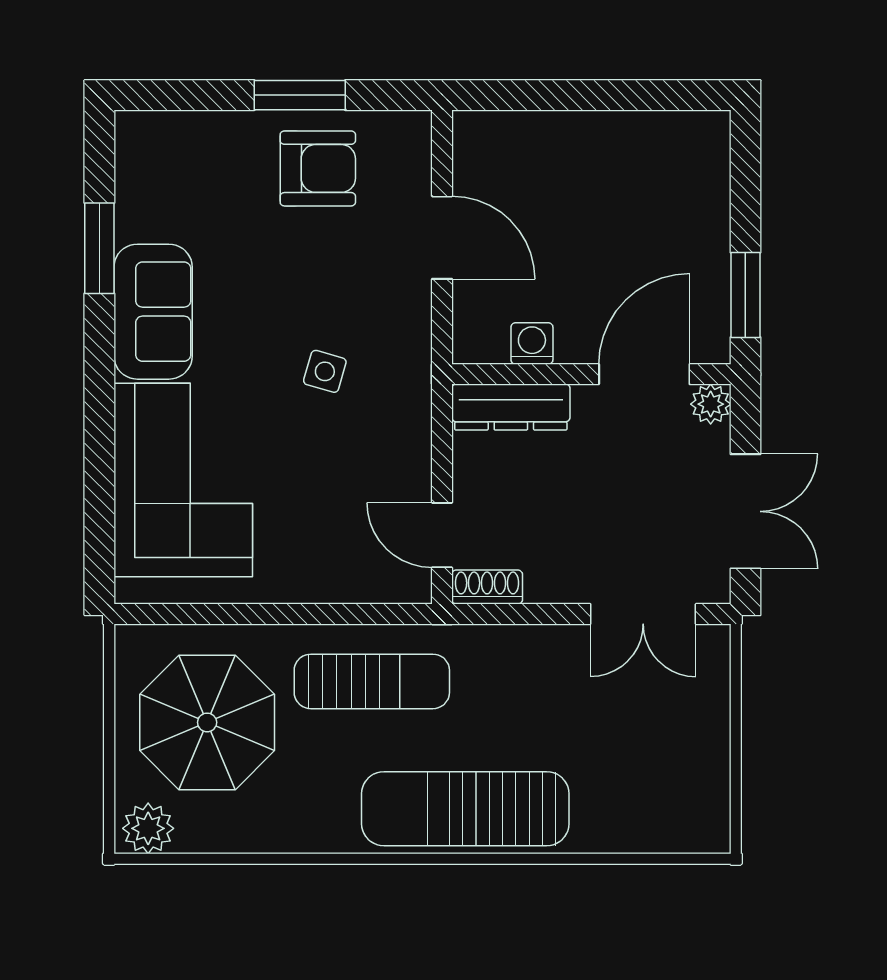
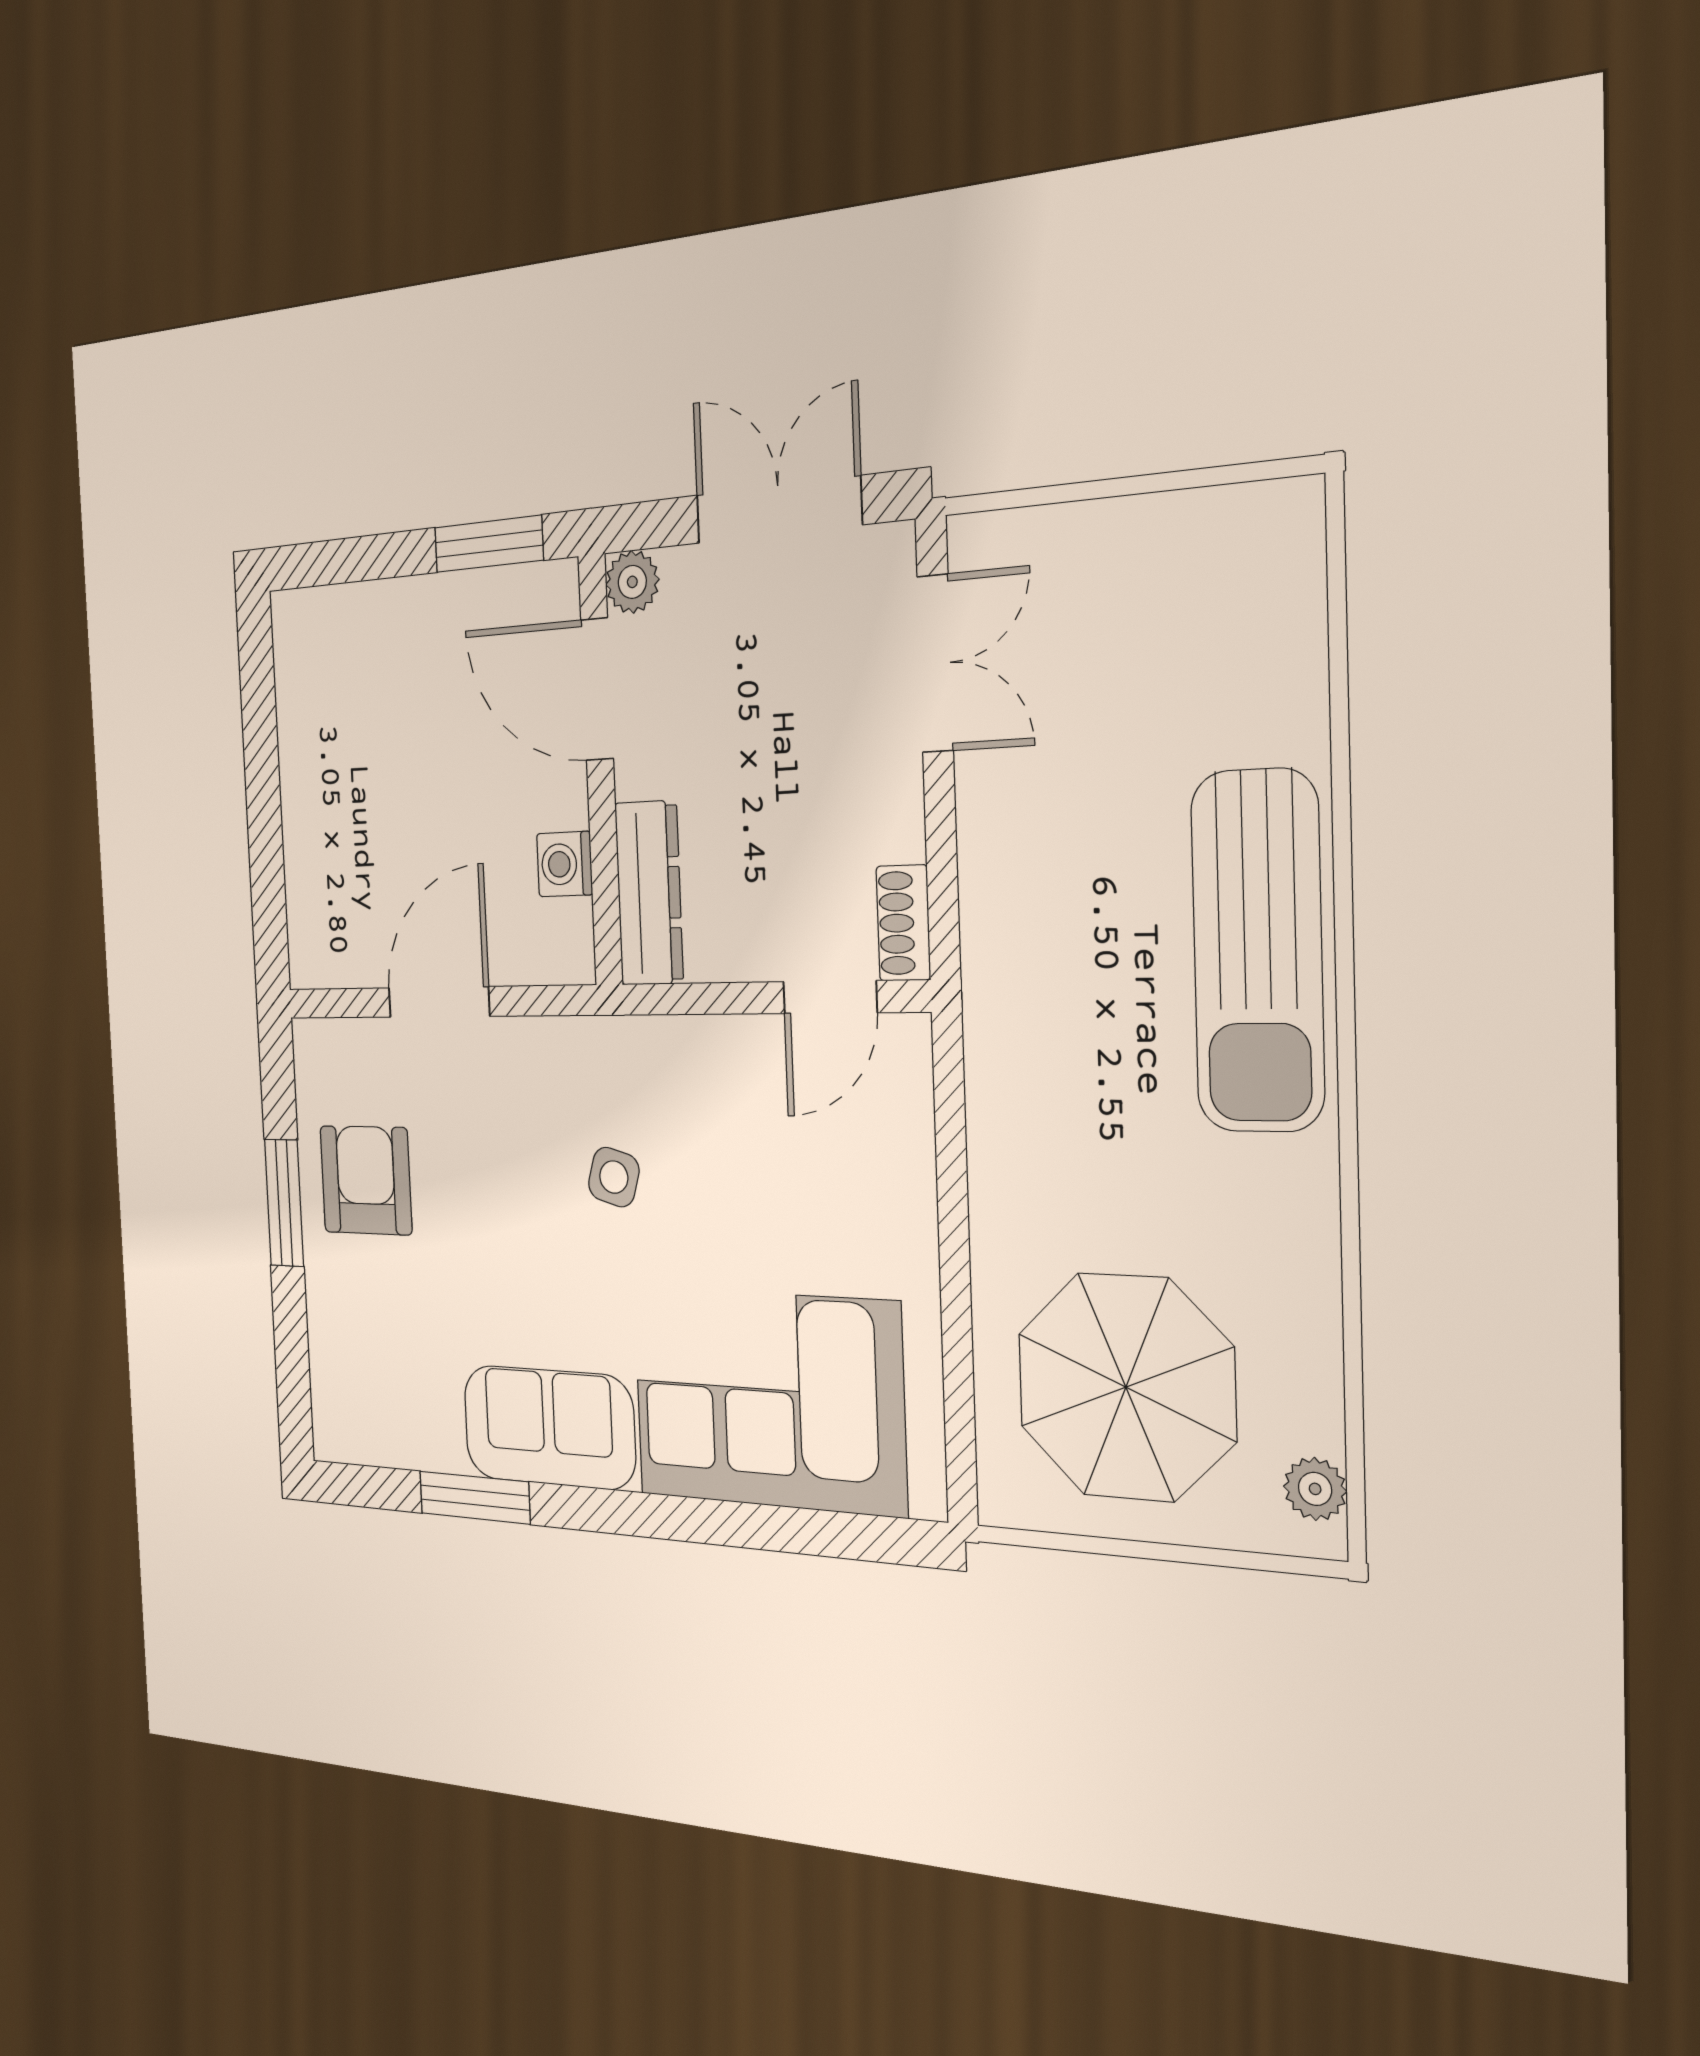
sun lounger: (372, 681) -> (1053, 1111), removed
plant: (148, 828) -> (1315, 1489), width x0.73, depth x0.73

